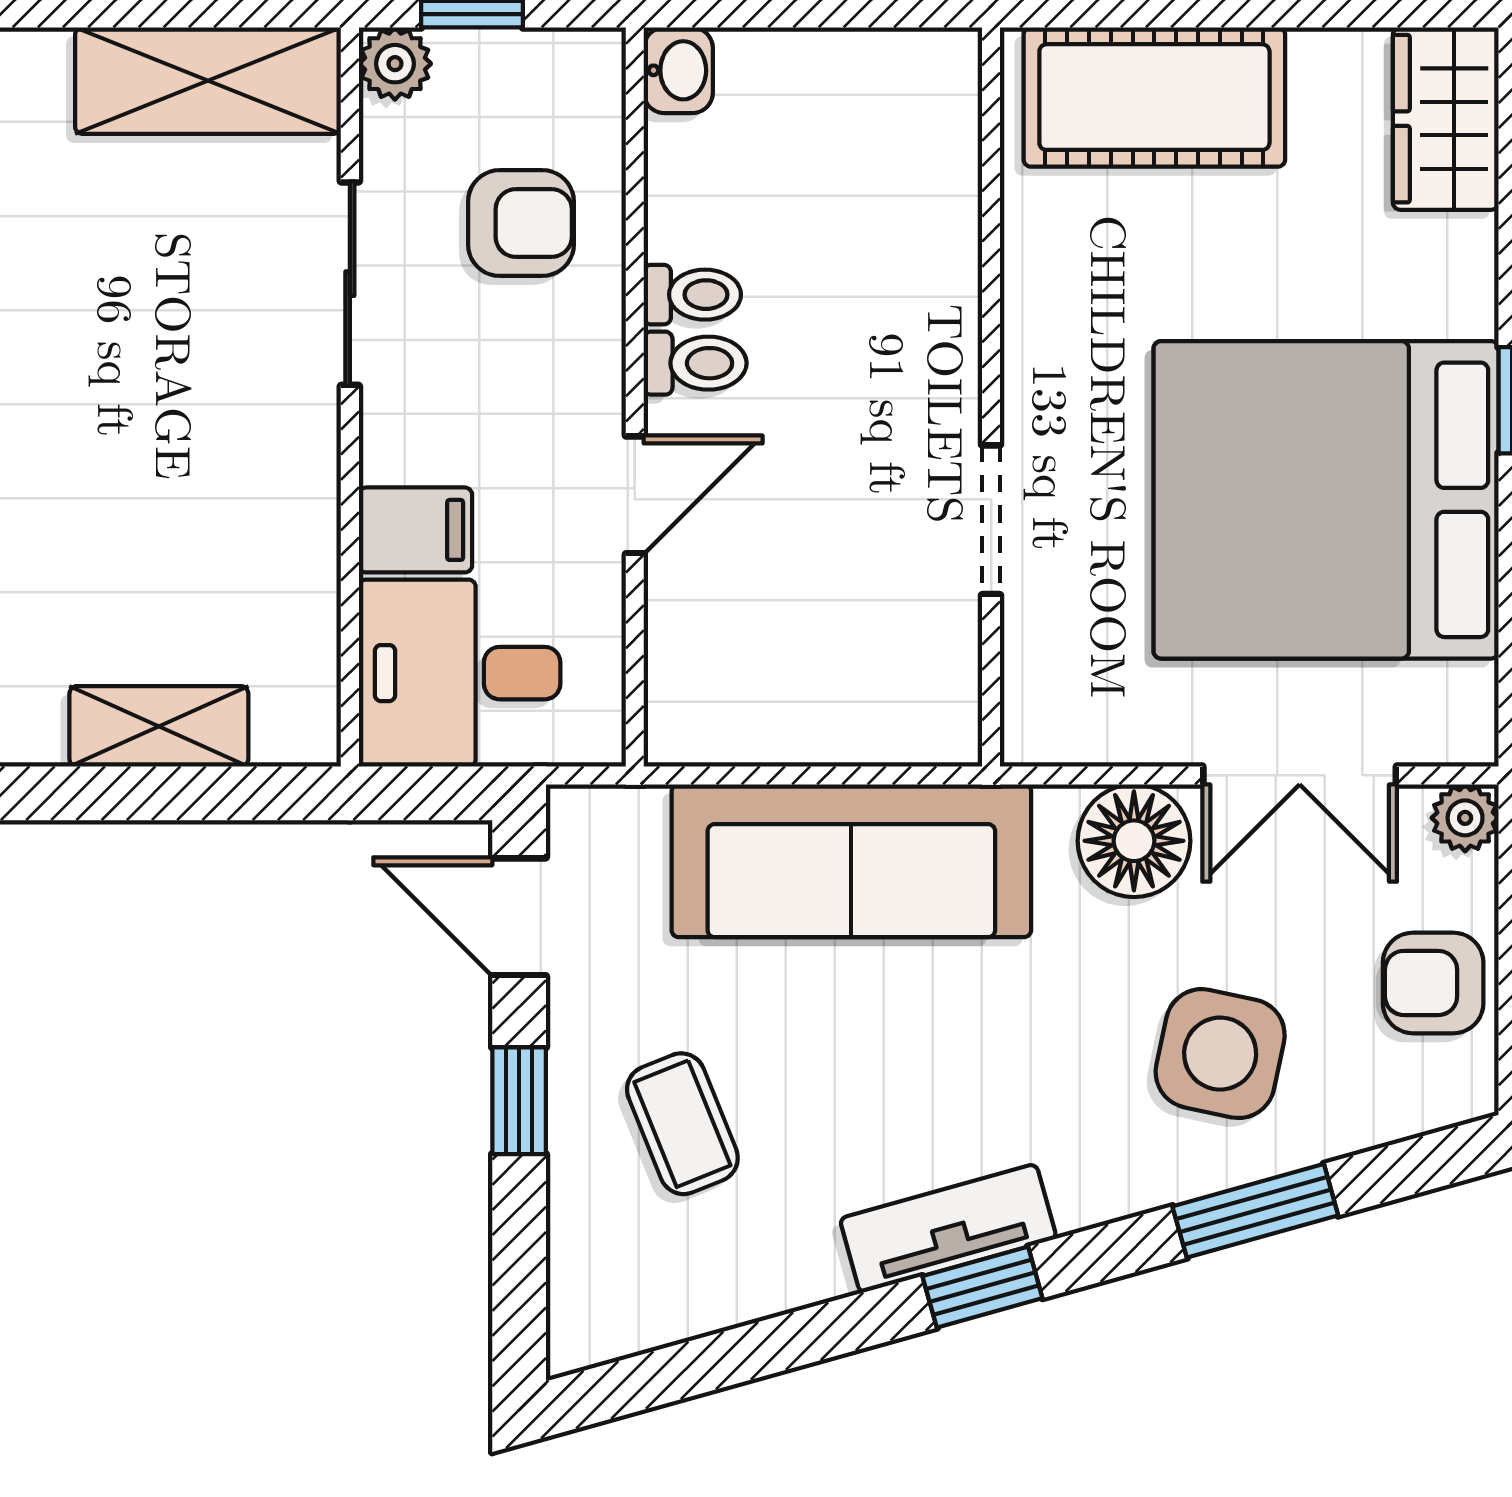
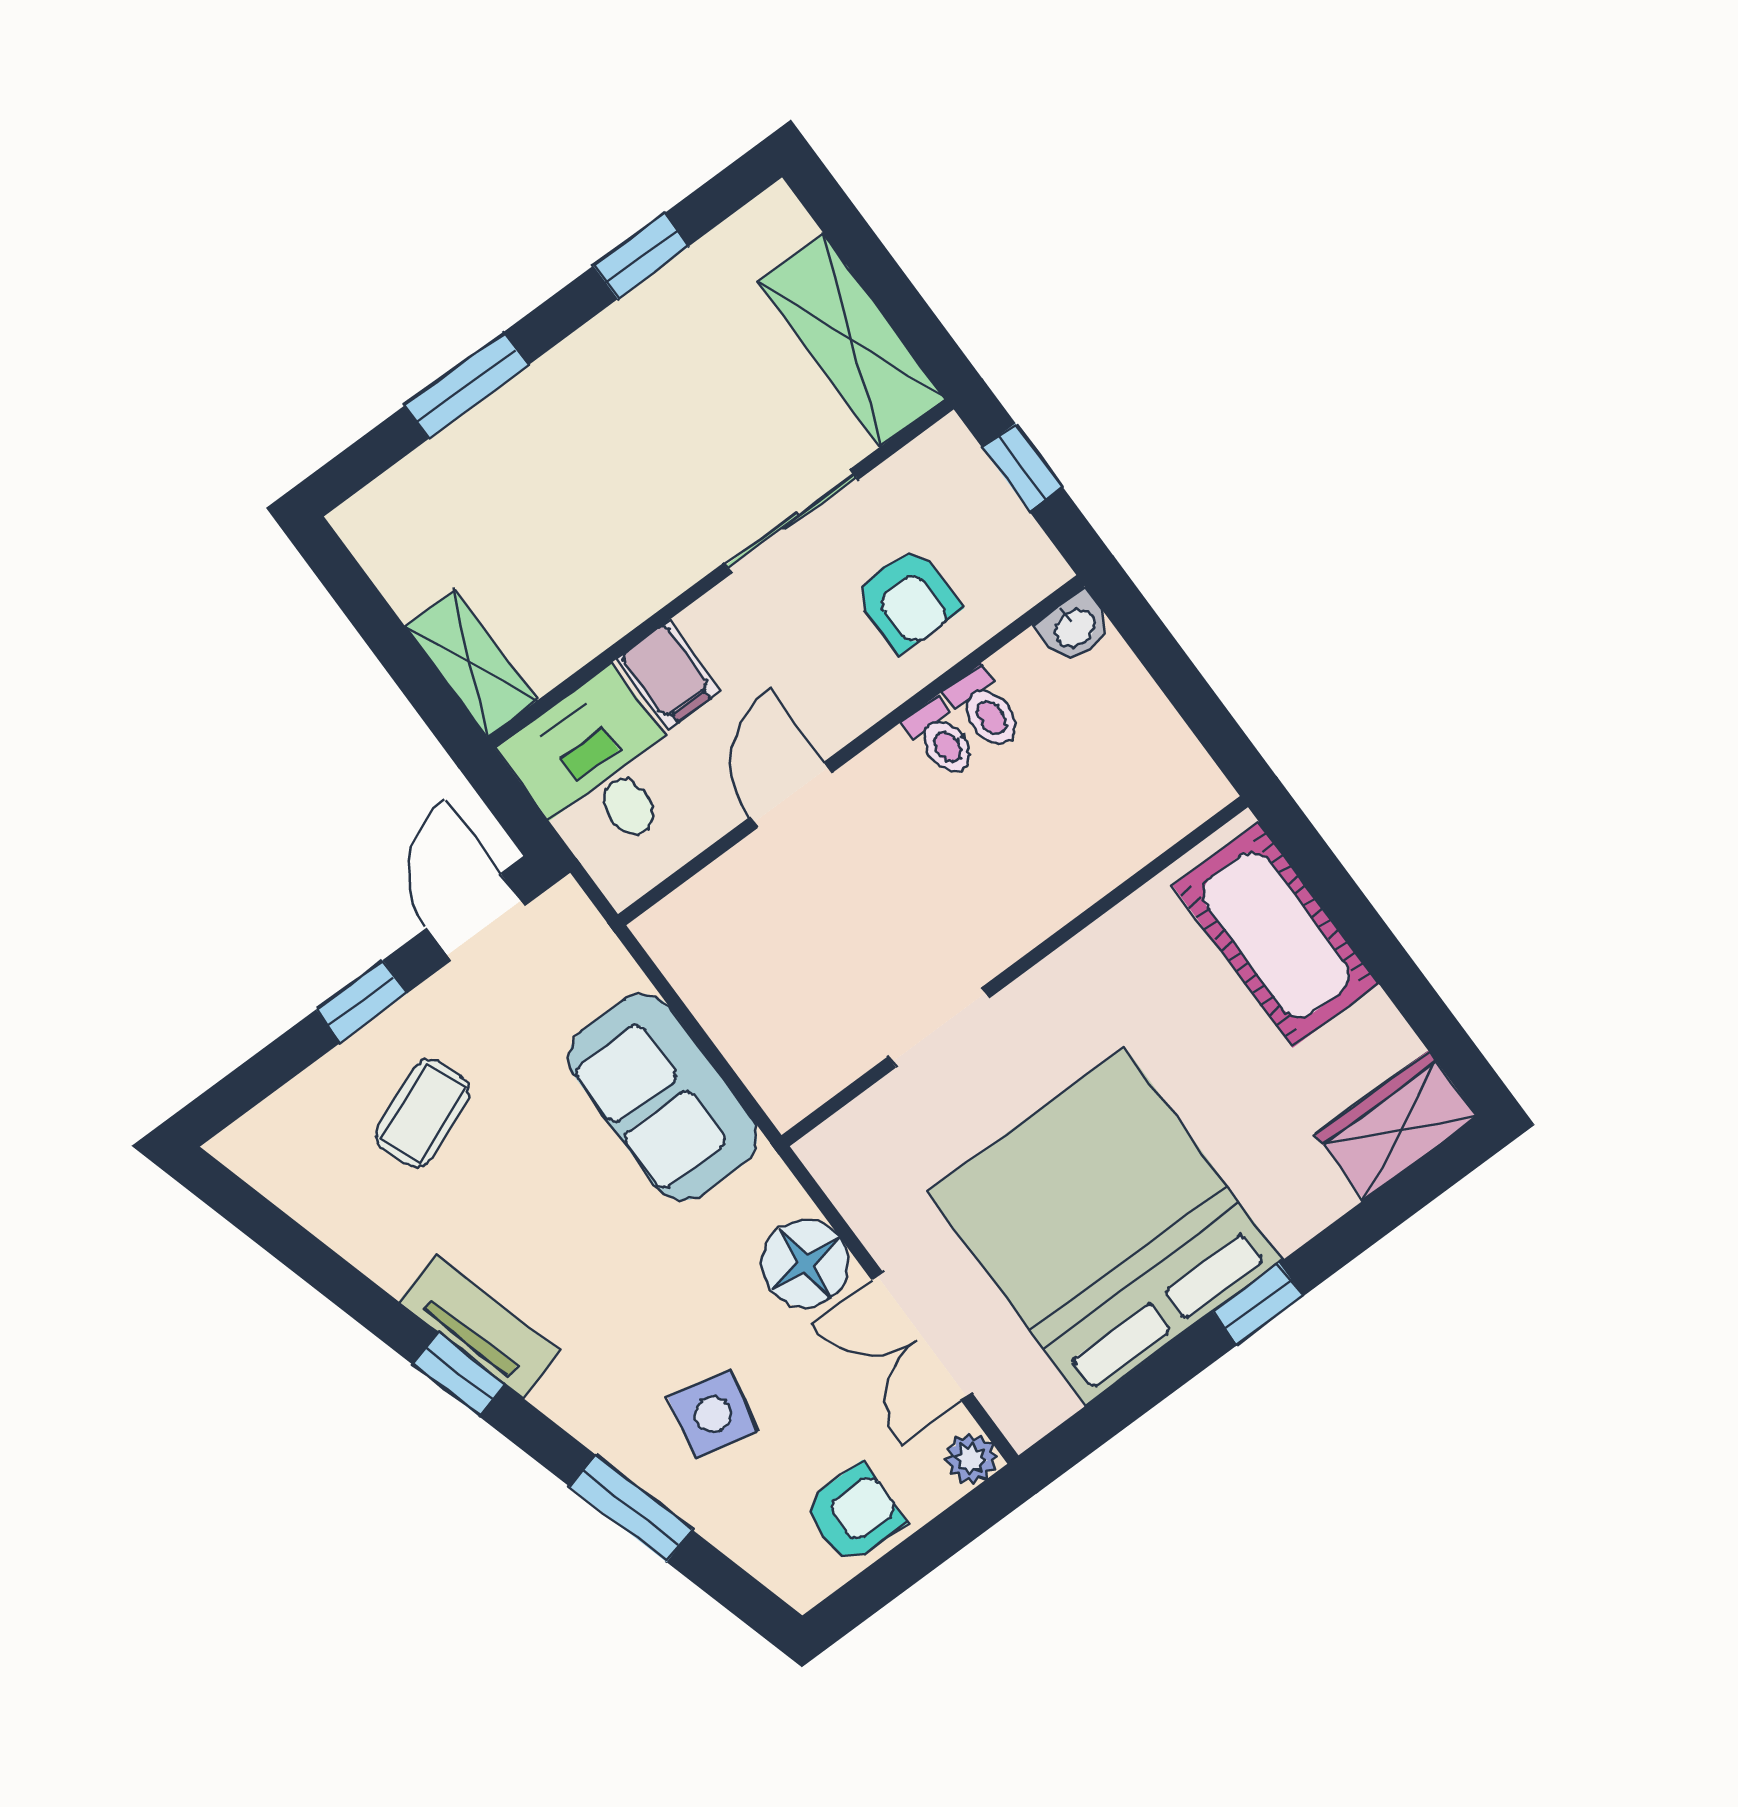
plant: (395, 64) -> (948, 448), removed
toilet: (695, 363) -> (985, 709), moved
door: (635, 495) -> (791, 795), swing flipped
shelving: (159, 726) -> (471, 664), moved
sofa: (851, 861) -> (663, 1097), width x0.73
armchair: (1433, 983) -> (854, 1514), turned 90
side table: (1220, 1054) -> (713, 1415), width x0.73, depth x0.73

